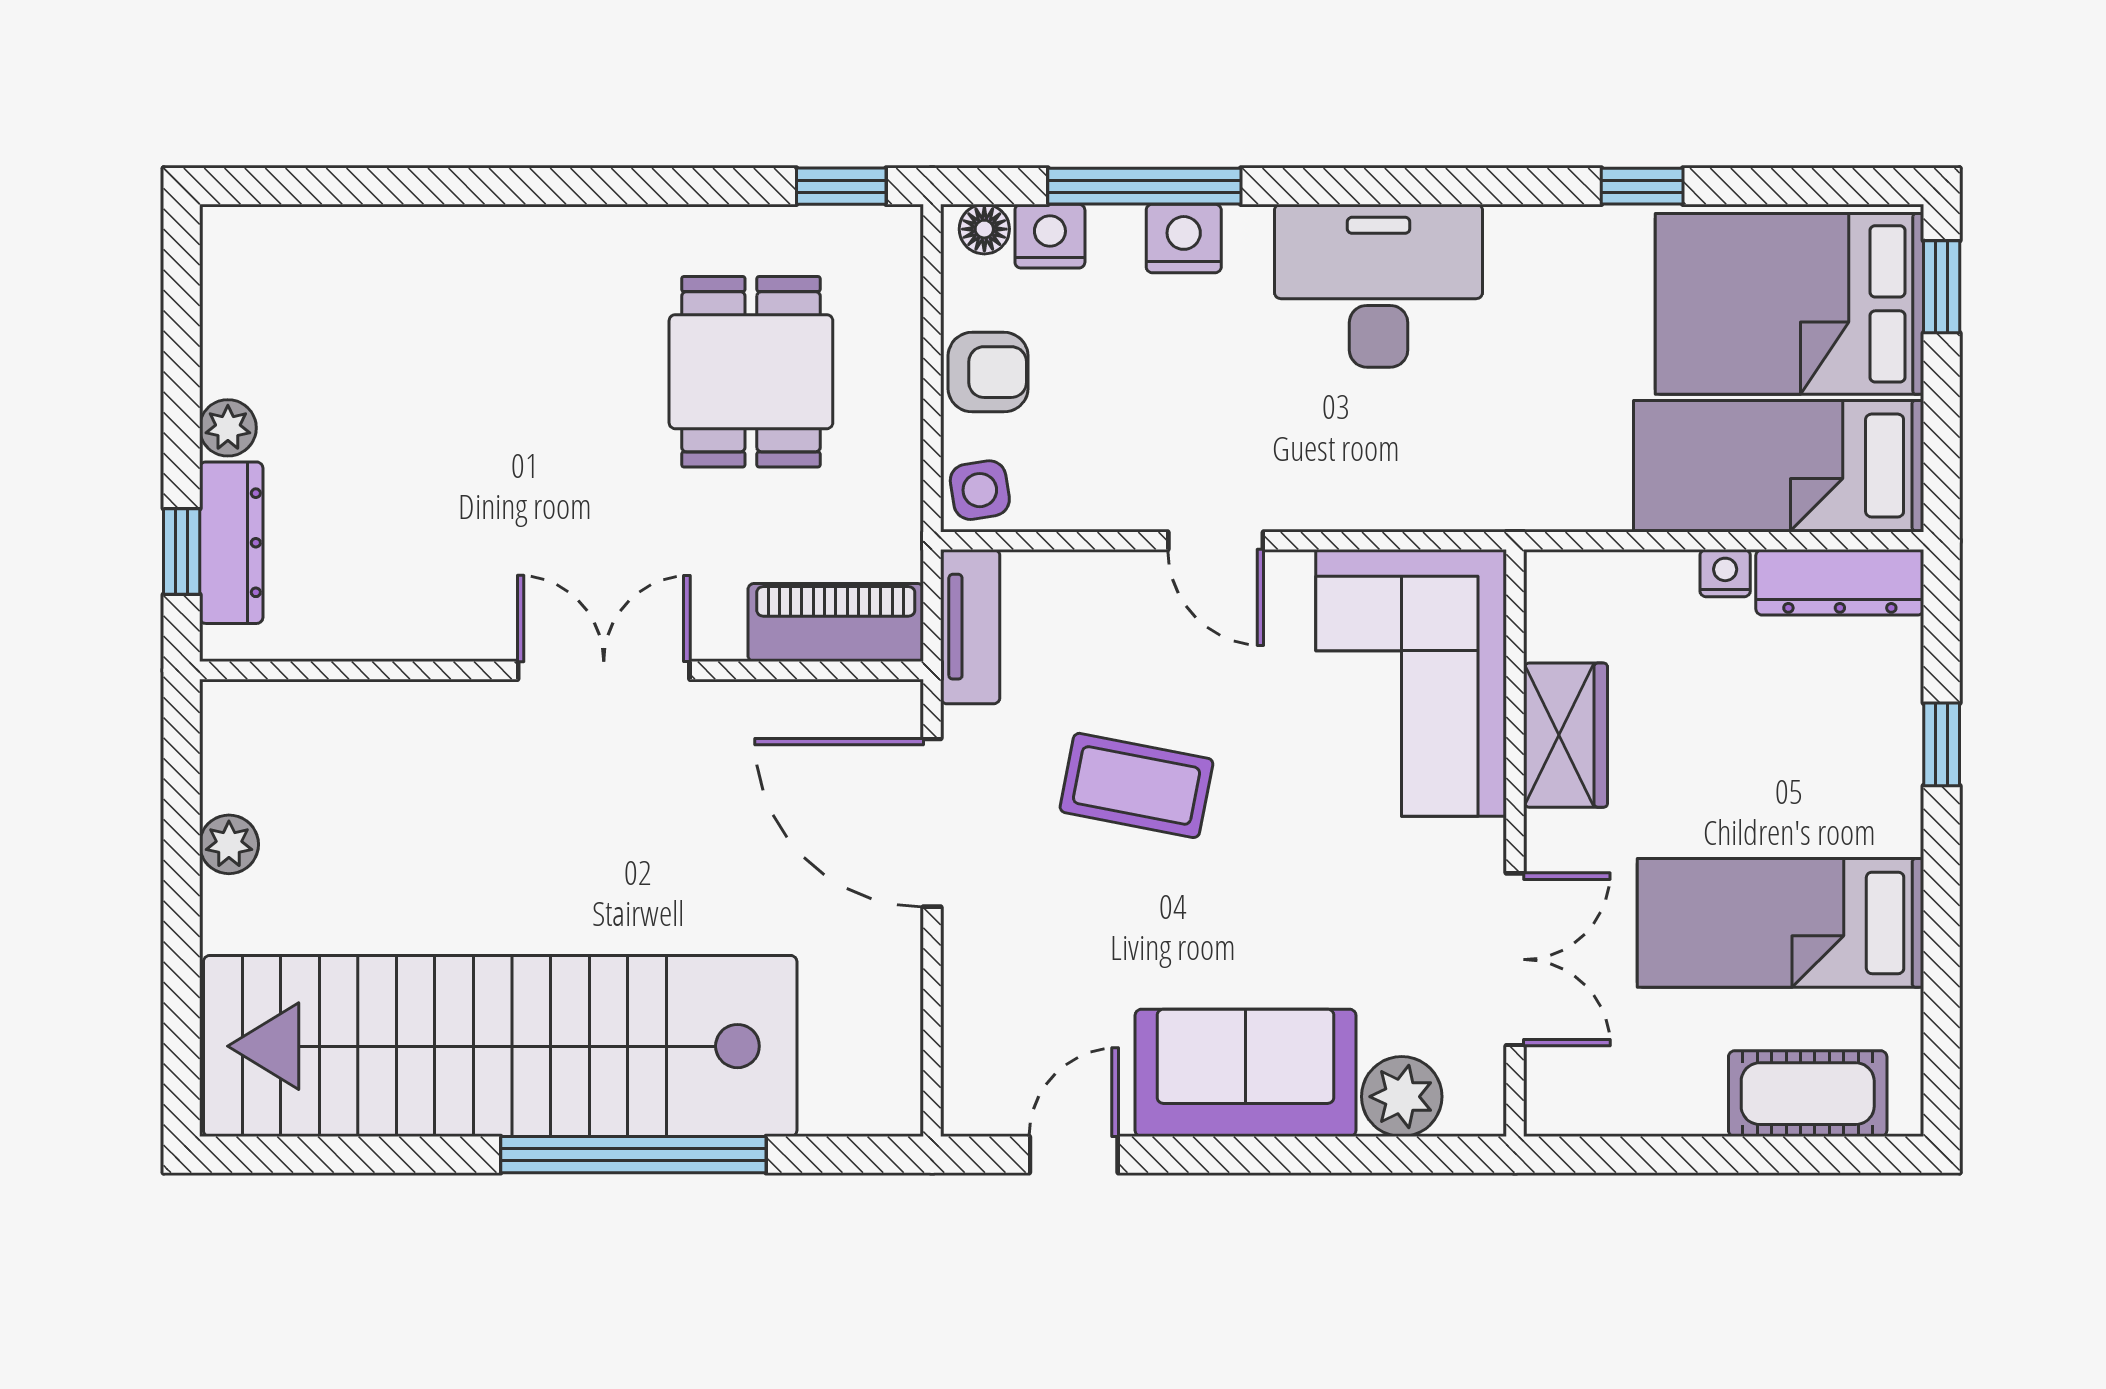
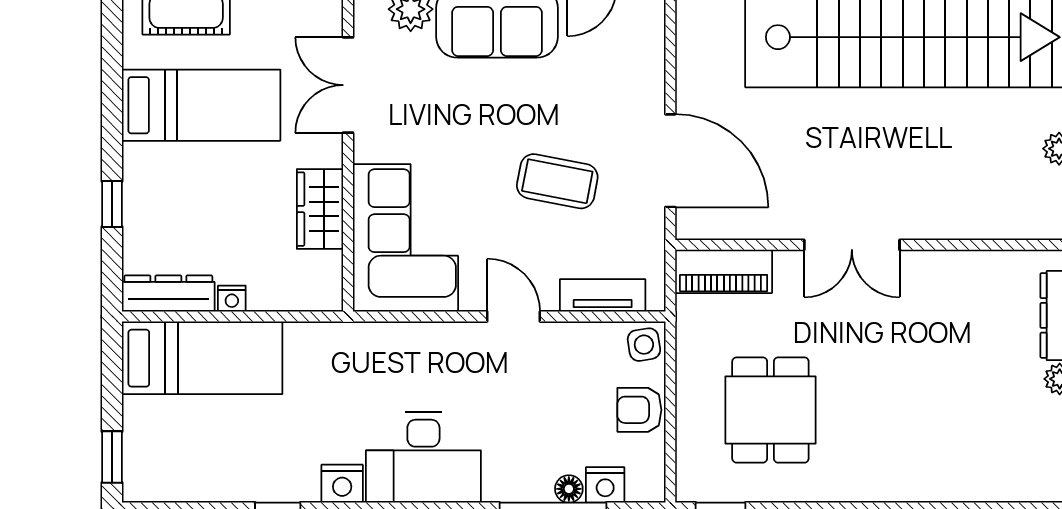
floor lamp: (984, 229) -> (569, 489), moved
nightstand: (1184, 238) -> (342, 484), moved
bed: (1790, 304) -> (196, 448), removed
tv unit: (970, 627) -> (603, 295), moved, turned 90

